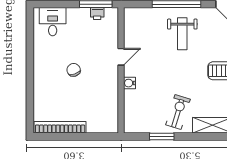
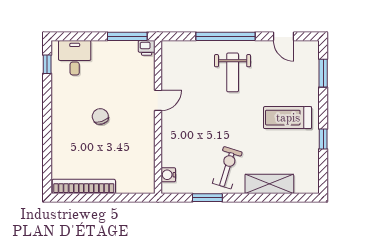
printer: (97, 14) -> (147, 48), moved
window: (30, 27) -> (47, 64), added
water cooler: (129, 83) -> (168, 175), moved

